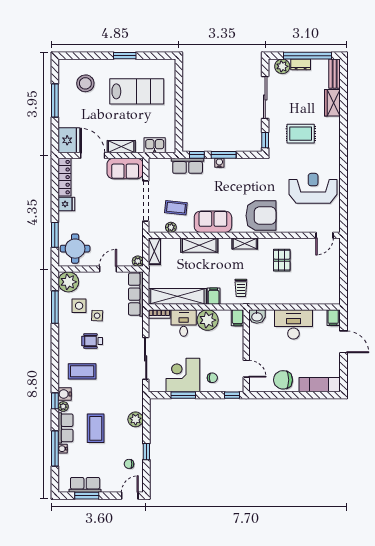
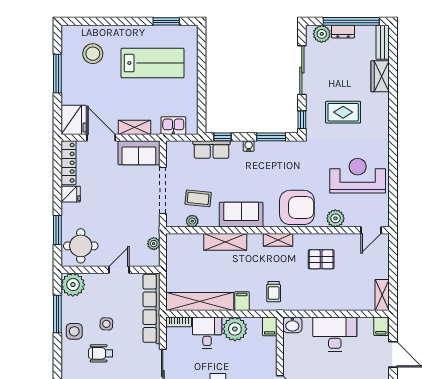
window: (125, 56) -> (166, 21), moved
window: (224, 155) -> (271, 137), moved
plant: (294, 225) -> (335, 218), added
shelving: (154, 251) -> (382, 295), moved
pallet: (282, 260) -> (321, 259), turned 90
plant: (138, 261) -> (154, 244), moved
row of seats: (136, 294) -> (151, 308), width x1.36
side table: (79, 306) -> (74, 331), moved

